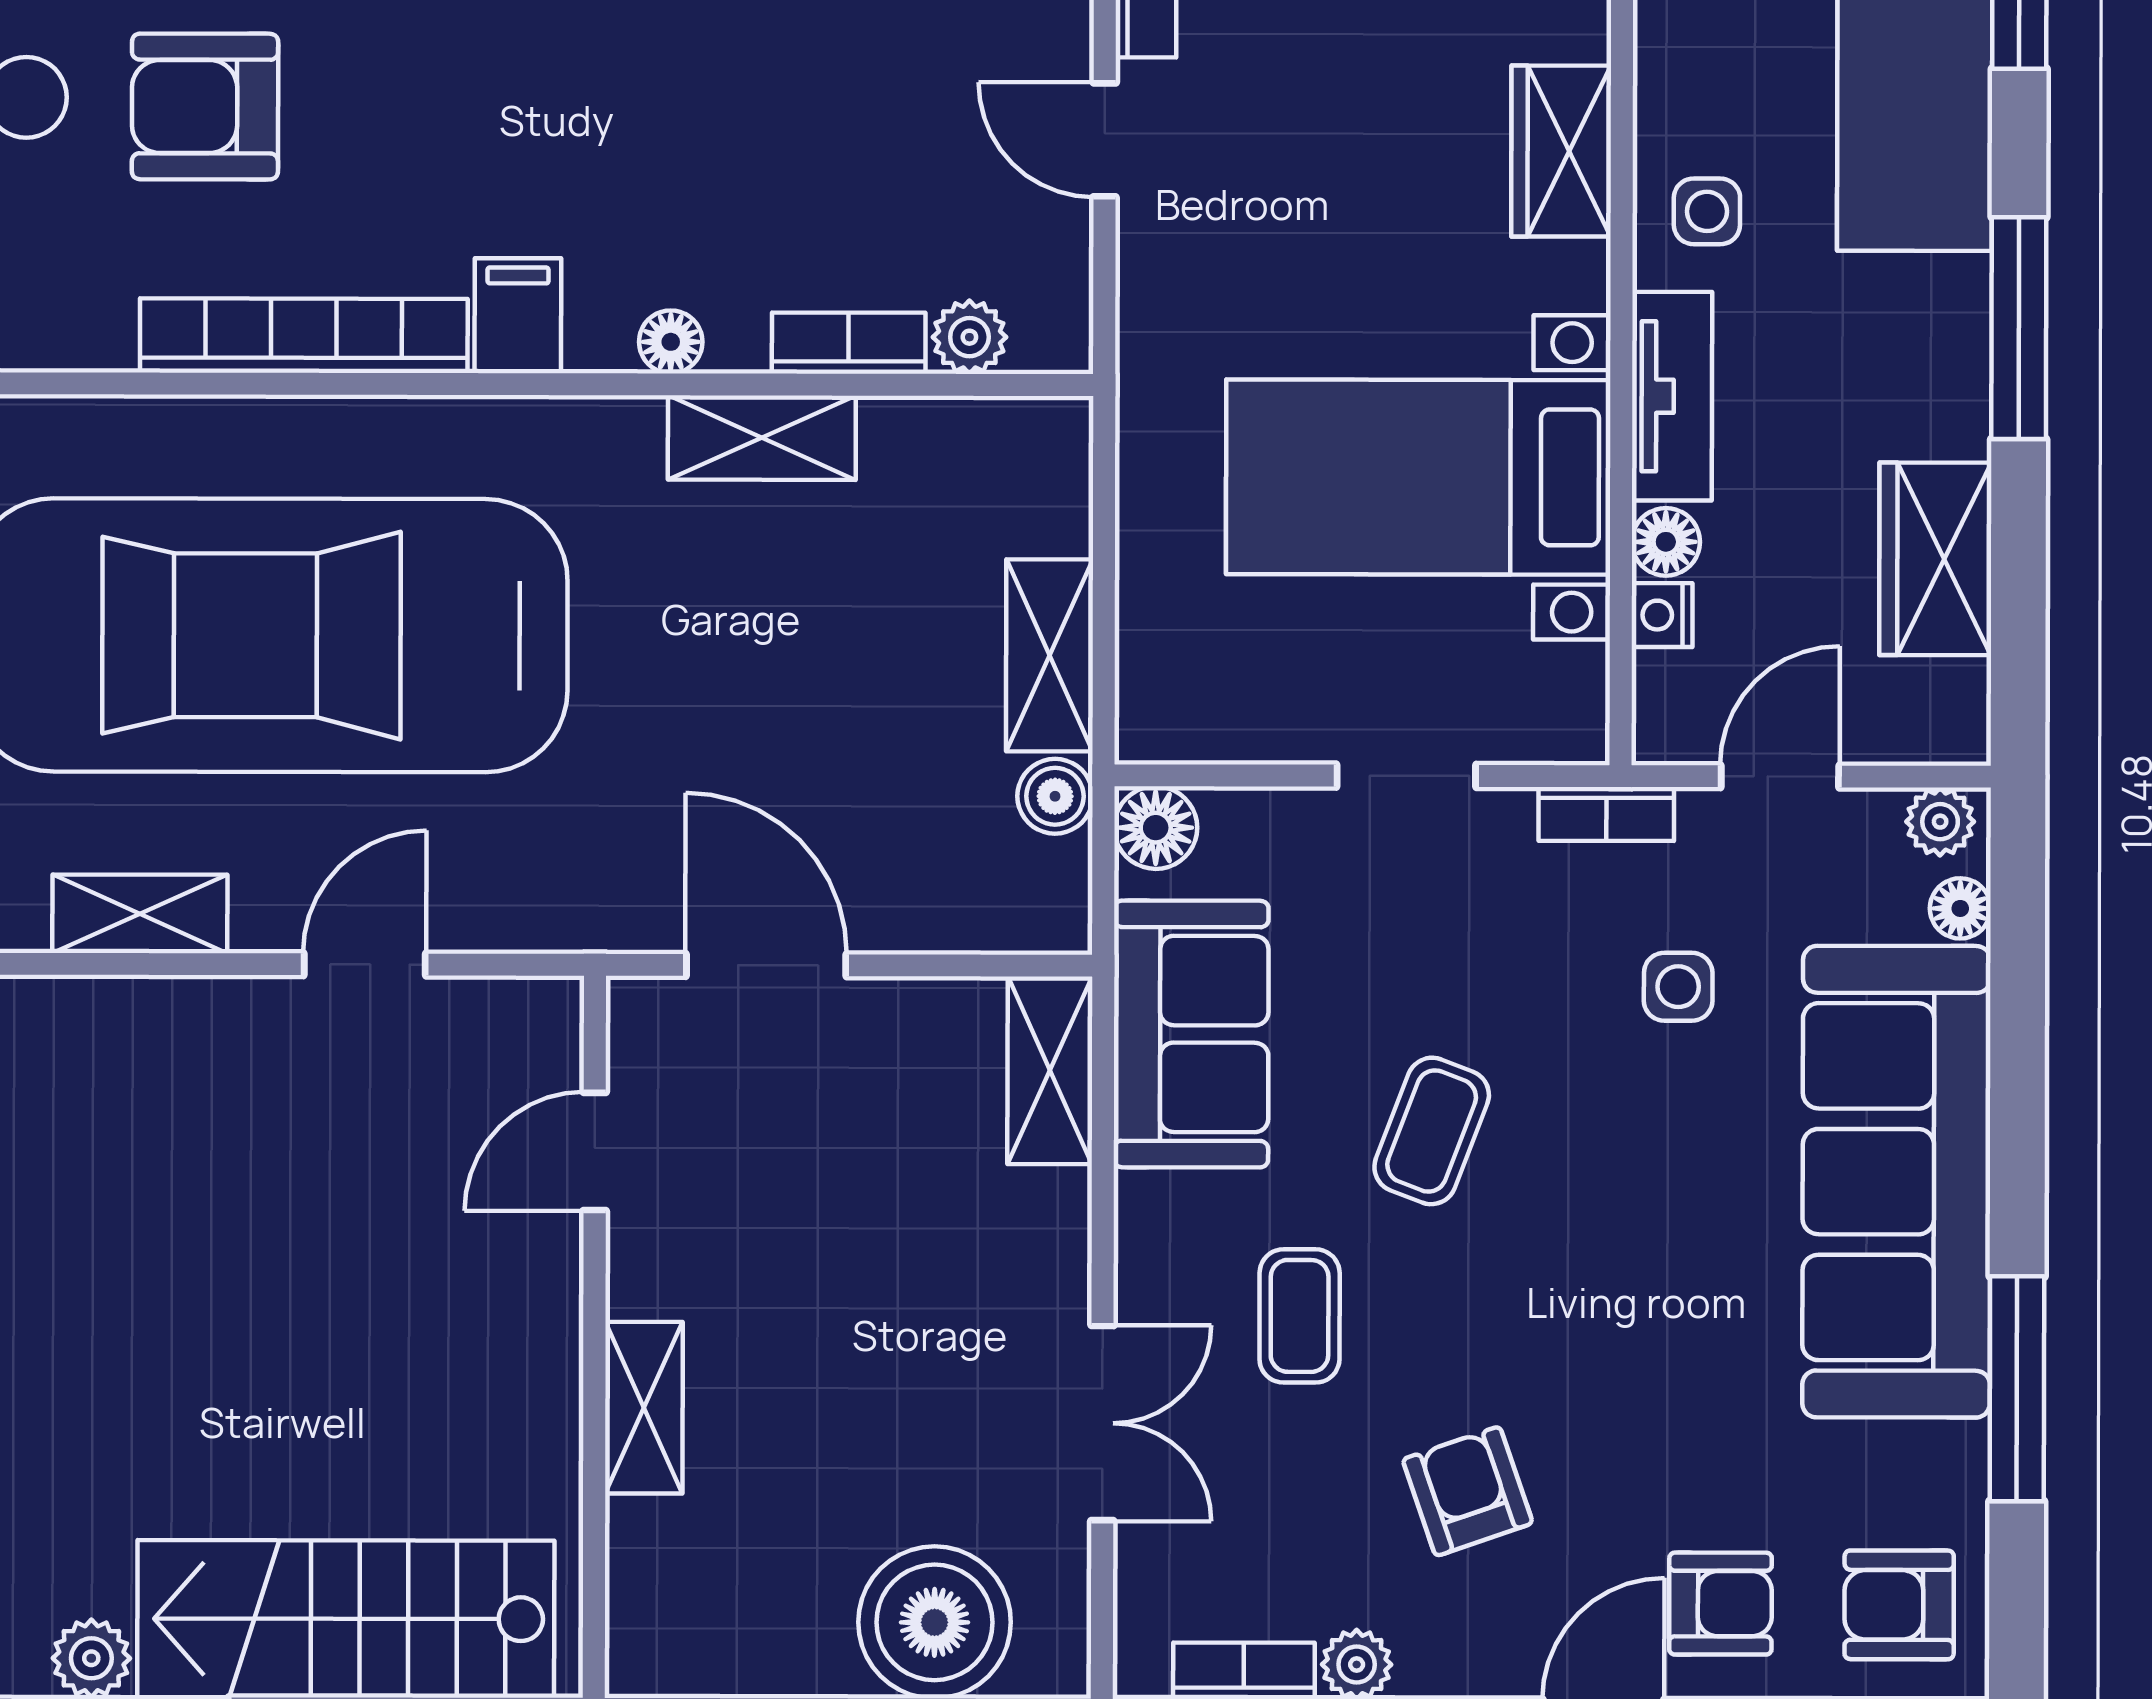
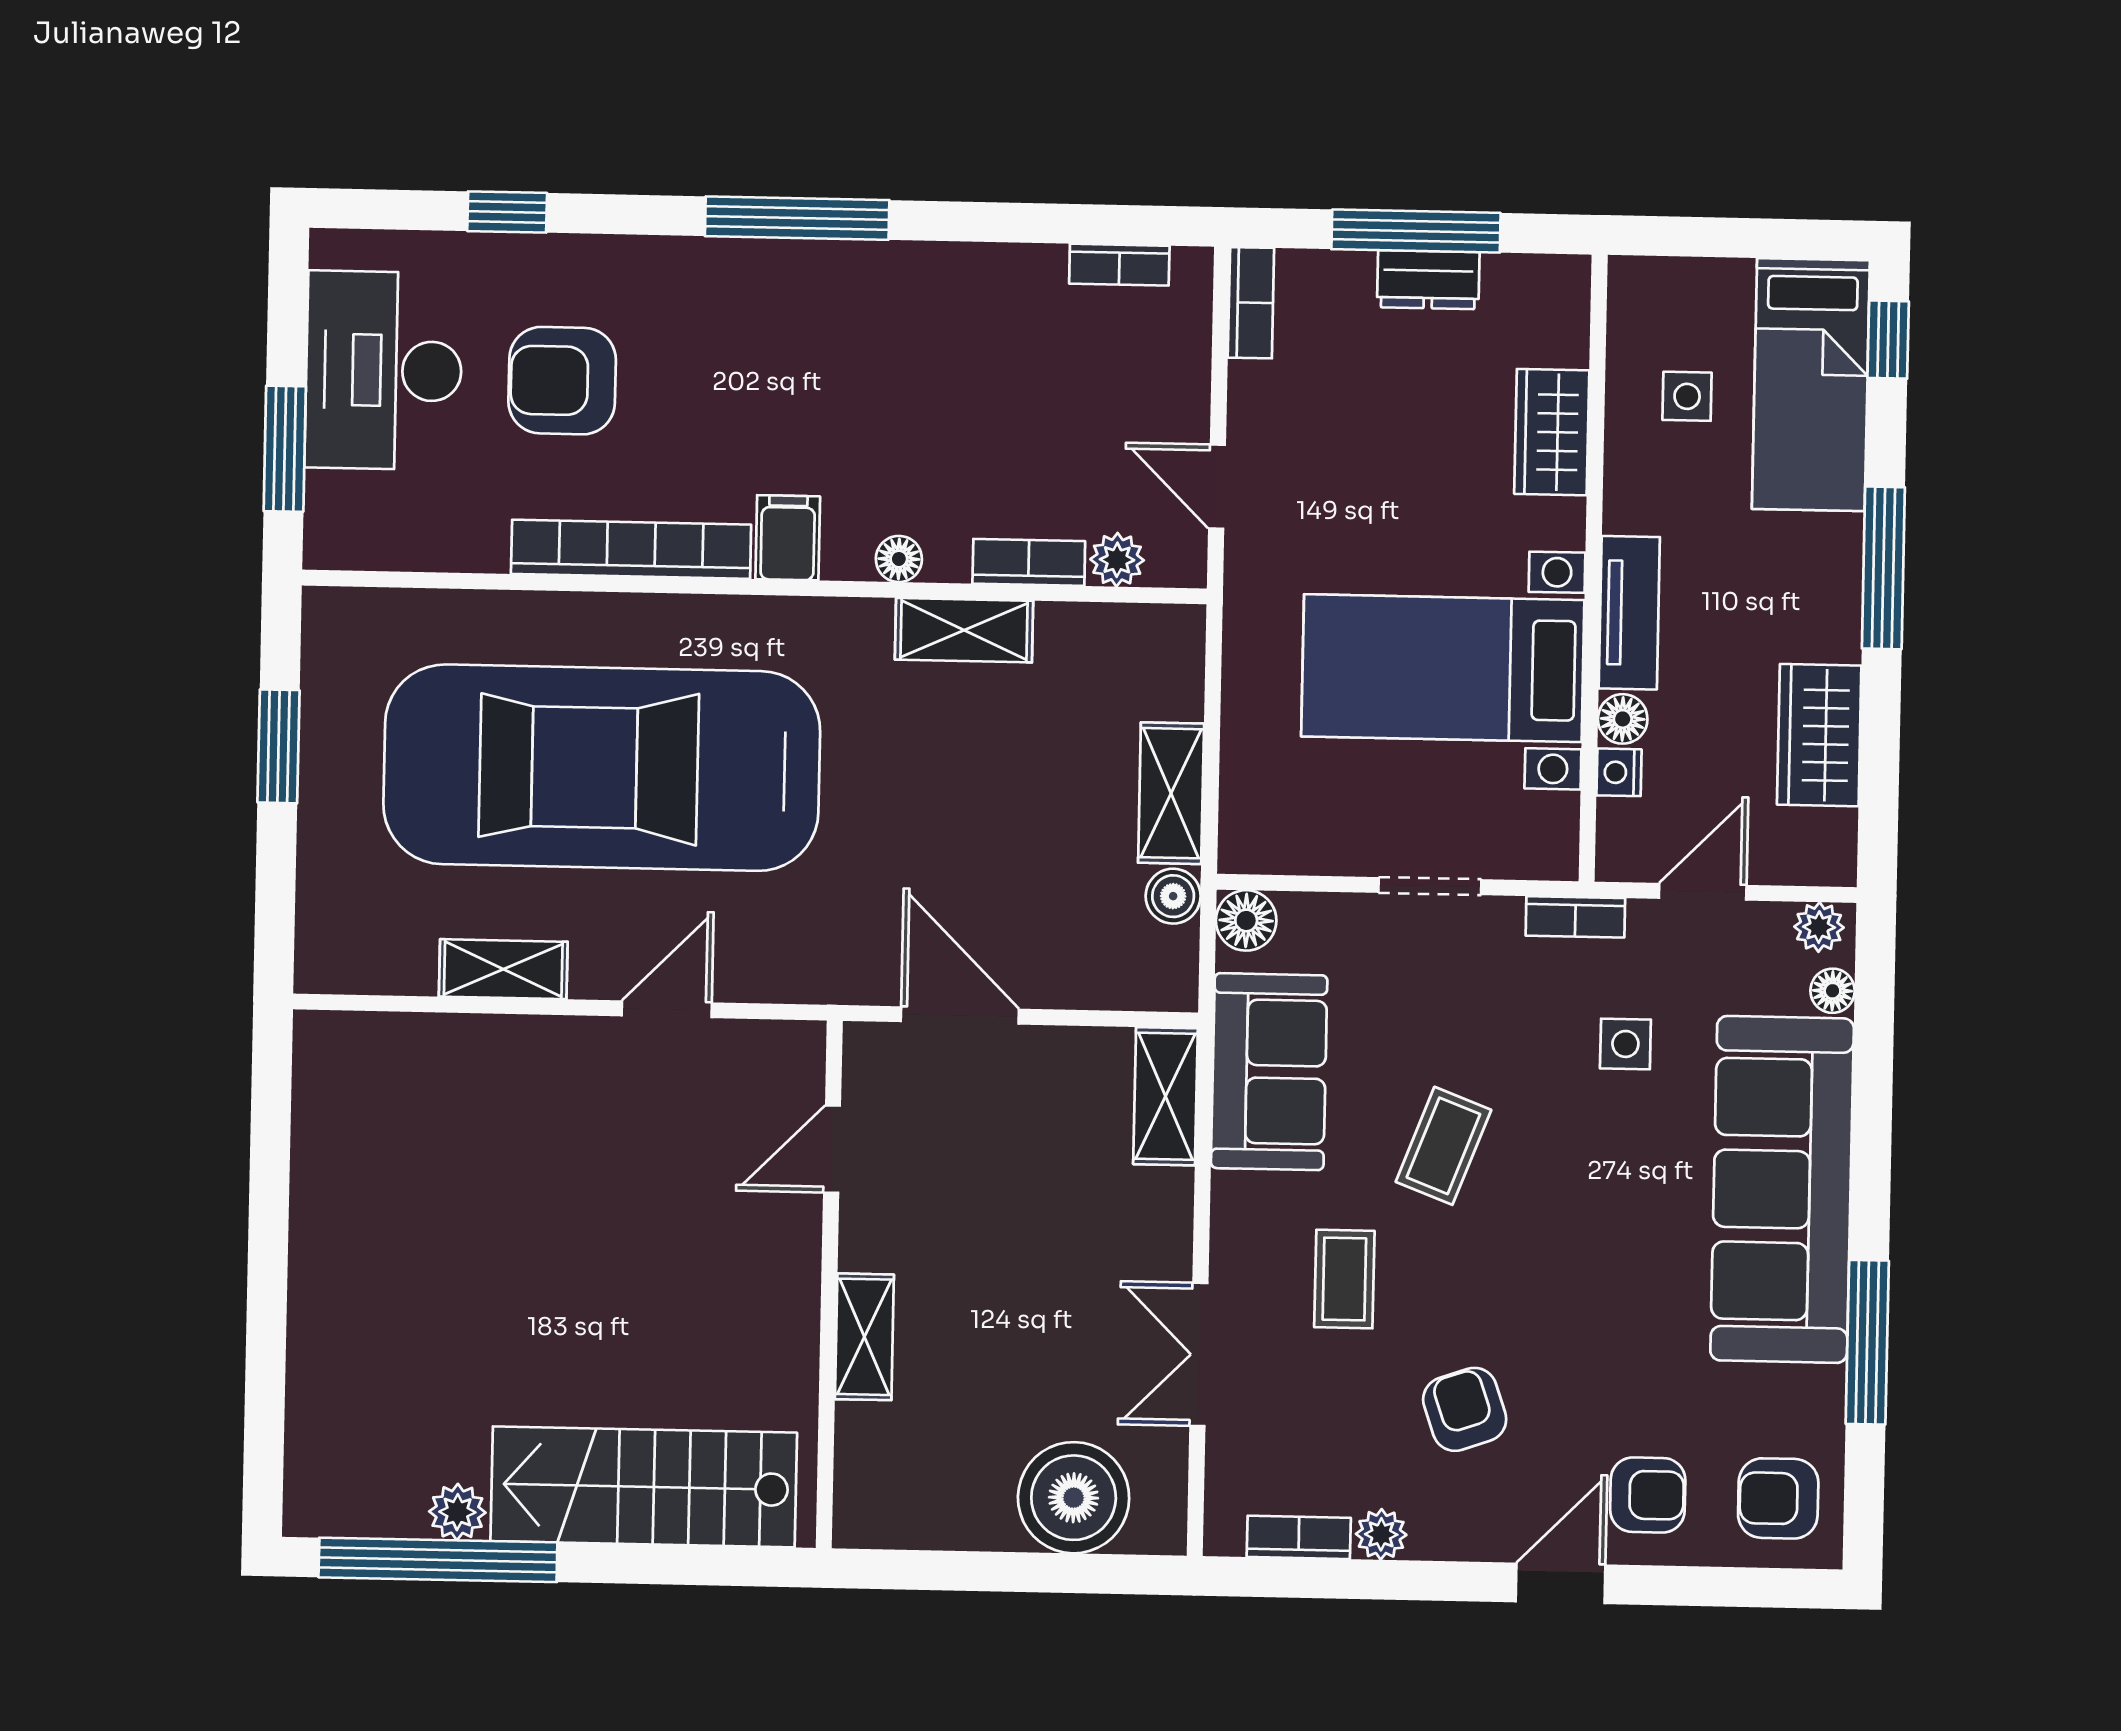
door: (1105, 140) -> (1217, 487), moved
side table: (1707, 211) -> (1687, 396), moved
double door: (1102, 1423) -> (1199, 1354), swing flipped

